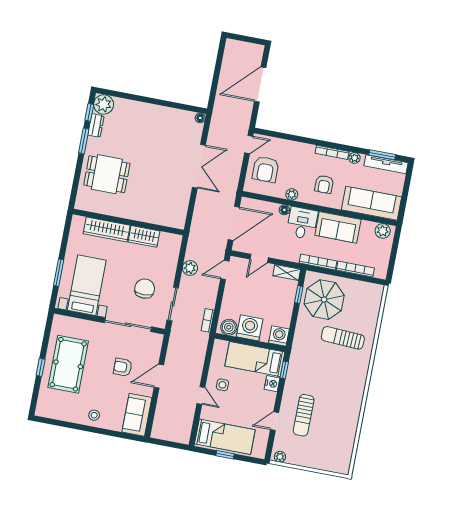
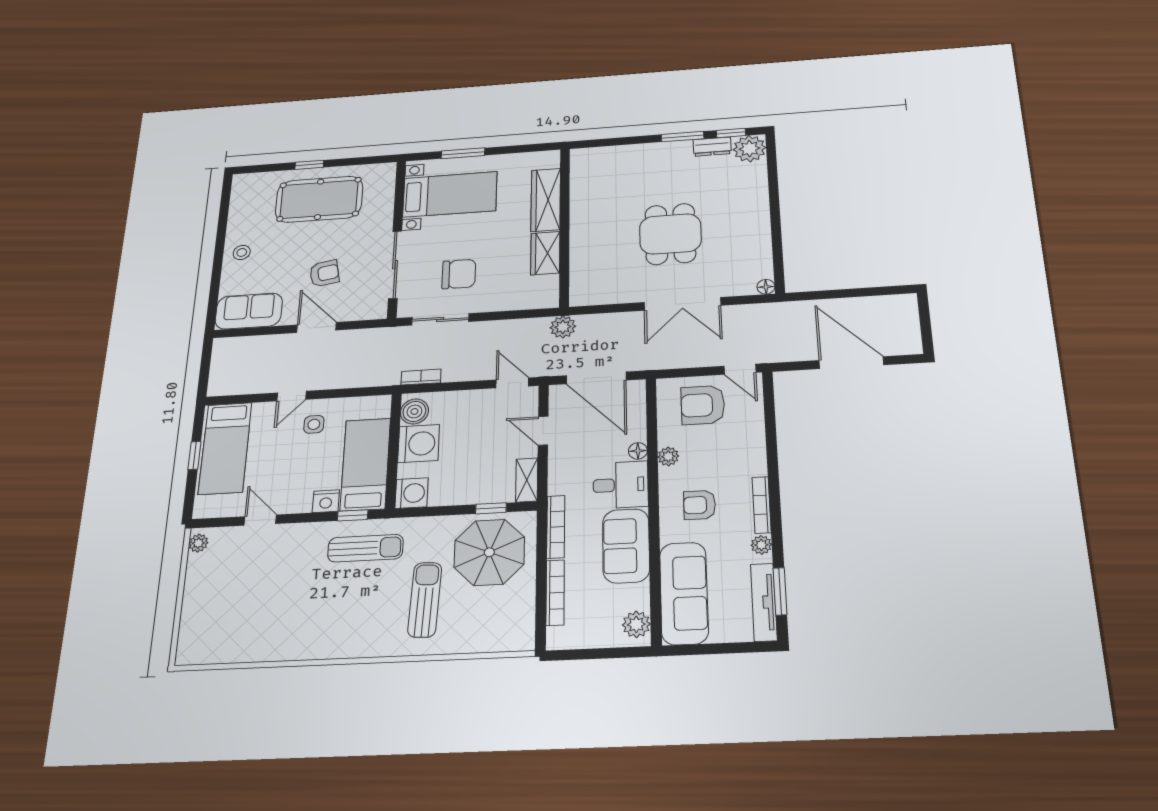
dining table: (107, 174) -> (670, 234), moved
plant: (190, 268) -> (563, 327), moved
armchair: (123, 367) -> (324, 273), turned 80
sun lounger: (304, 415) -> (365, 548), moved, turned 180

